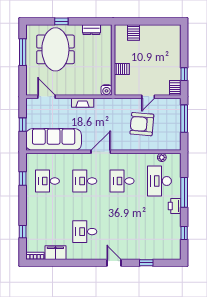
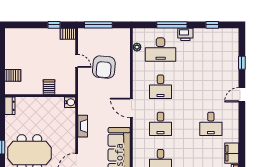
dresser: (91, 30) -> (10, 106), moved

